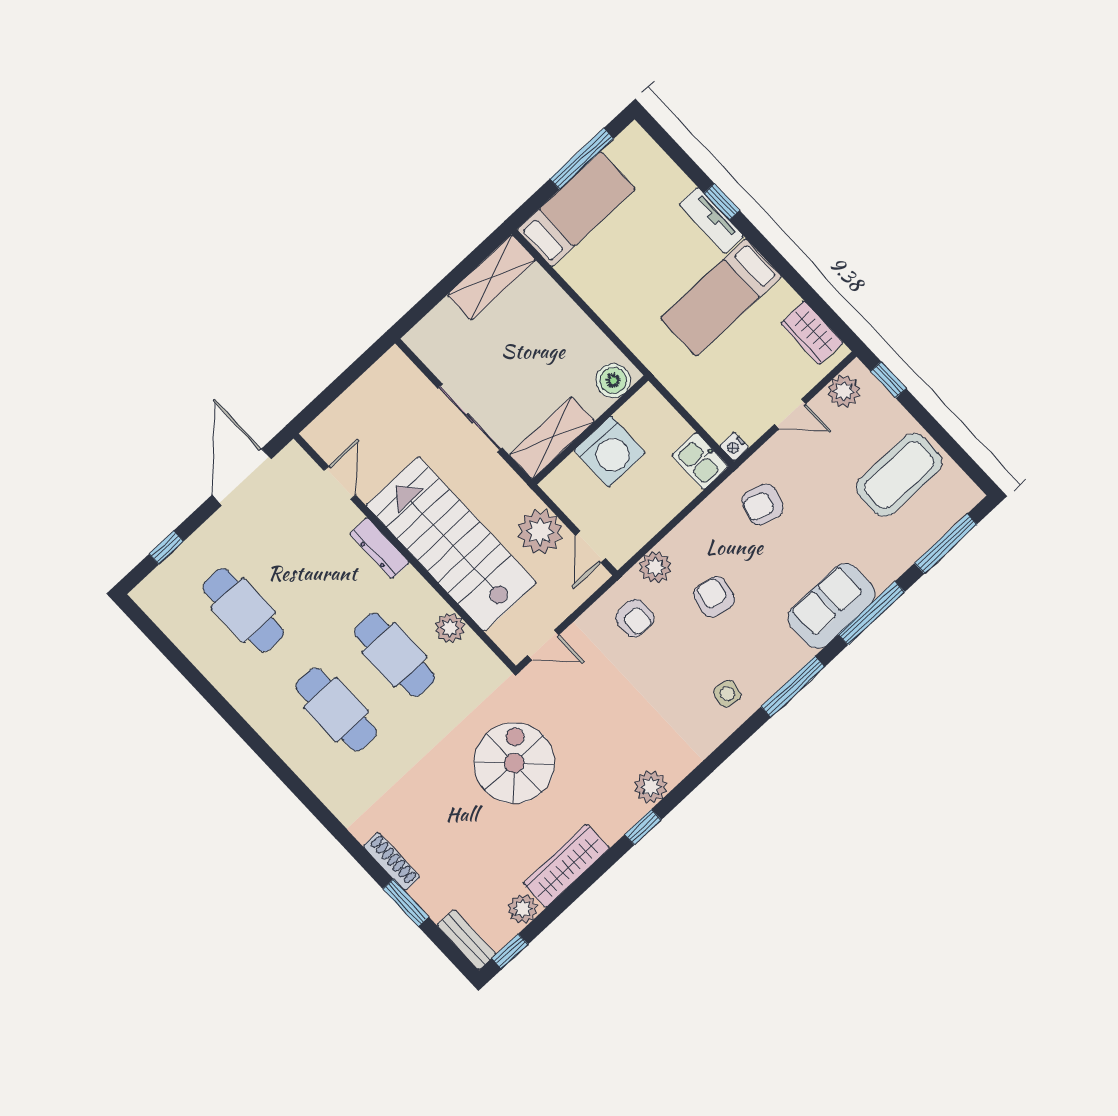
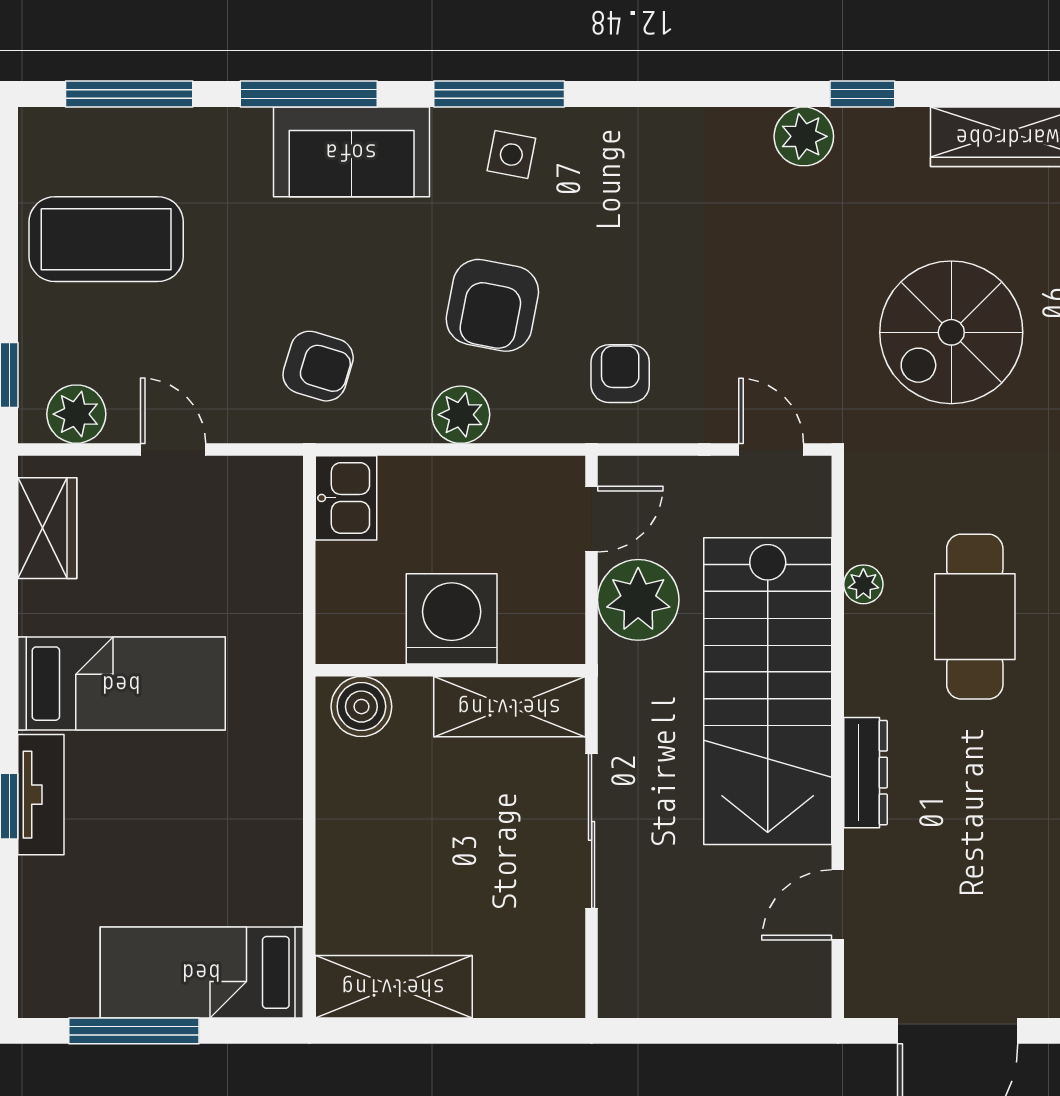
nightstand: (734, 447) -> (285, 475), removed
plant: (655, 567) -> (461, 415), moved
armchair: (714, 597) -> (492, 305), width x1.38, depth x1.38
plant: (450, 628) -> (863, 584), width x0.73, depth x0.73
side table: (727, 694) -> (511, 155), moved

